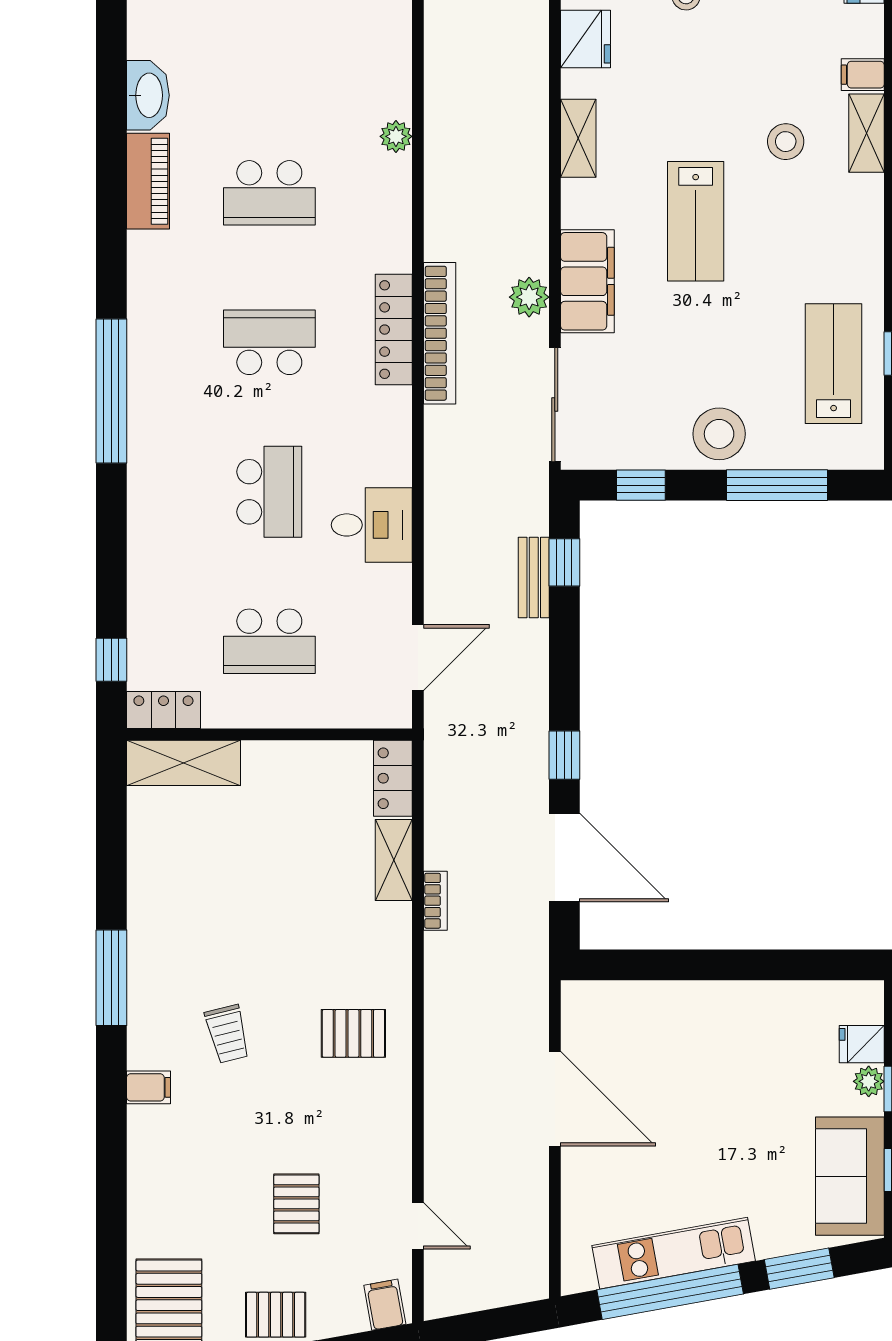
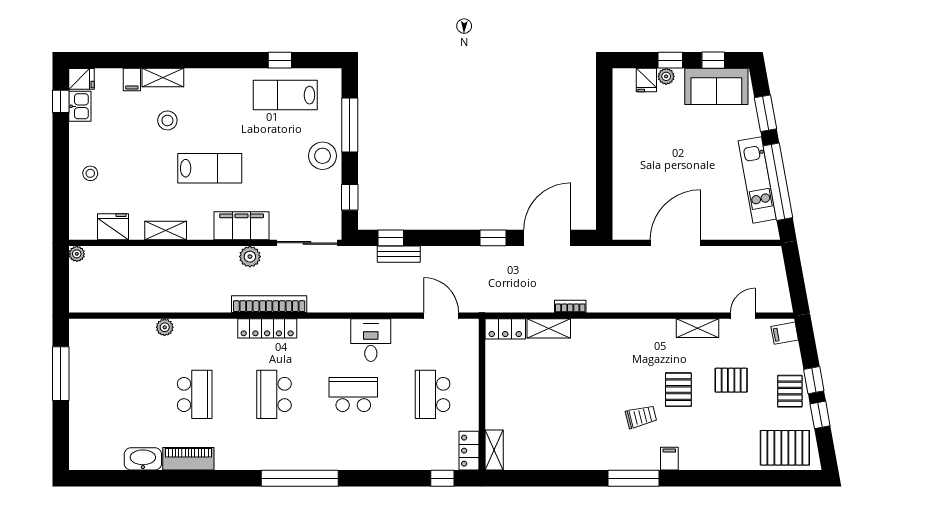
school desk: (269, 641) -> (433, 394), turned 180
shelving: (183, 763) -> (494, 450), width x0.67, depth x0.75
window: (111, 978) -> (633, 478), moved
pallet: (353, 1033) -> (678, 390), moved
shelving: (394, 1140) -> (697, 328), added

